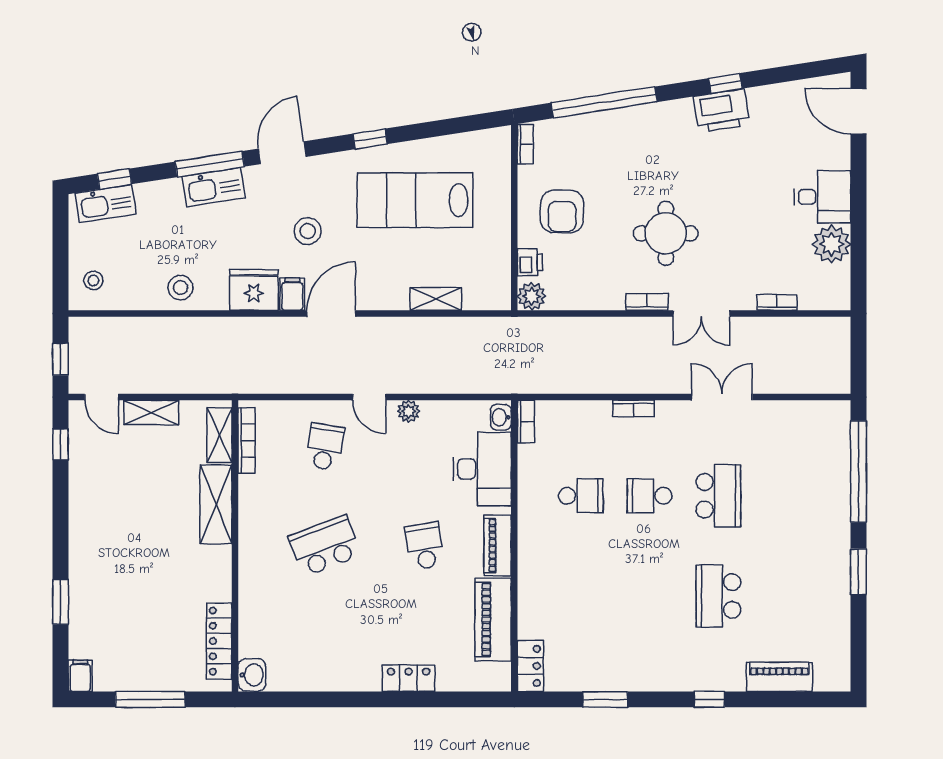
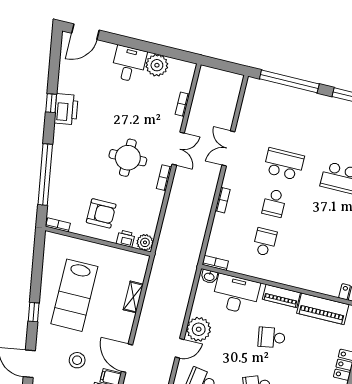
plant: (409, 411) -> (199, 329), width x1.87, depth x1.87

